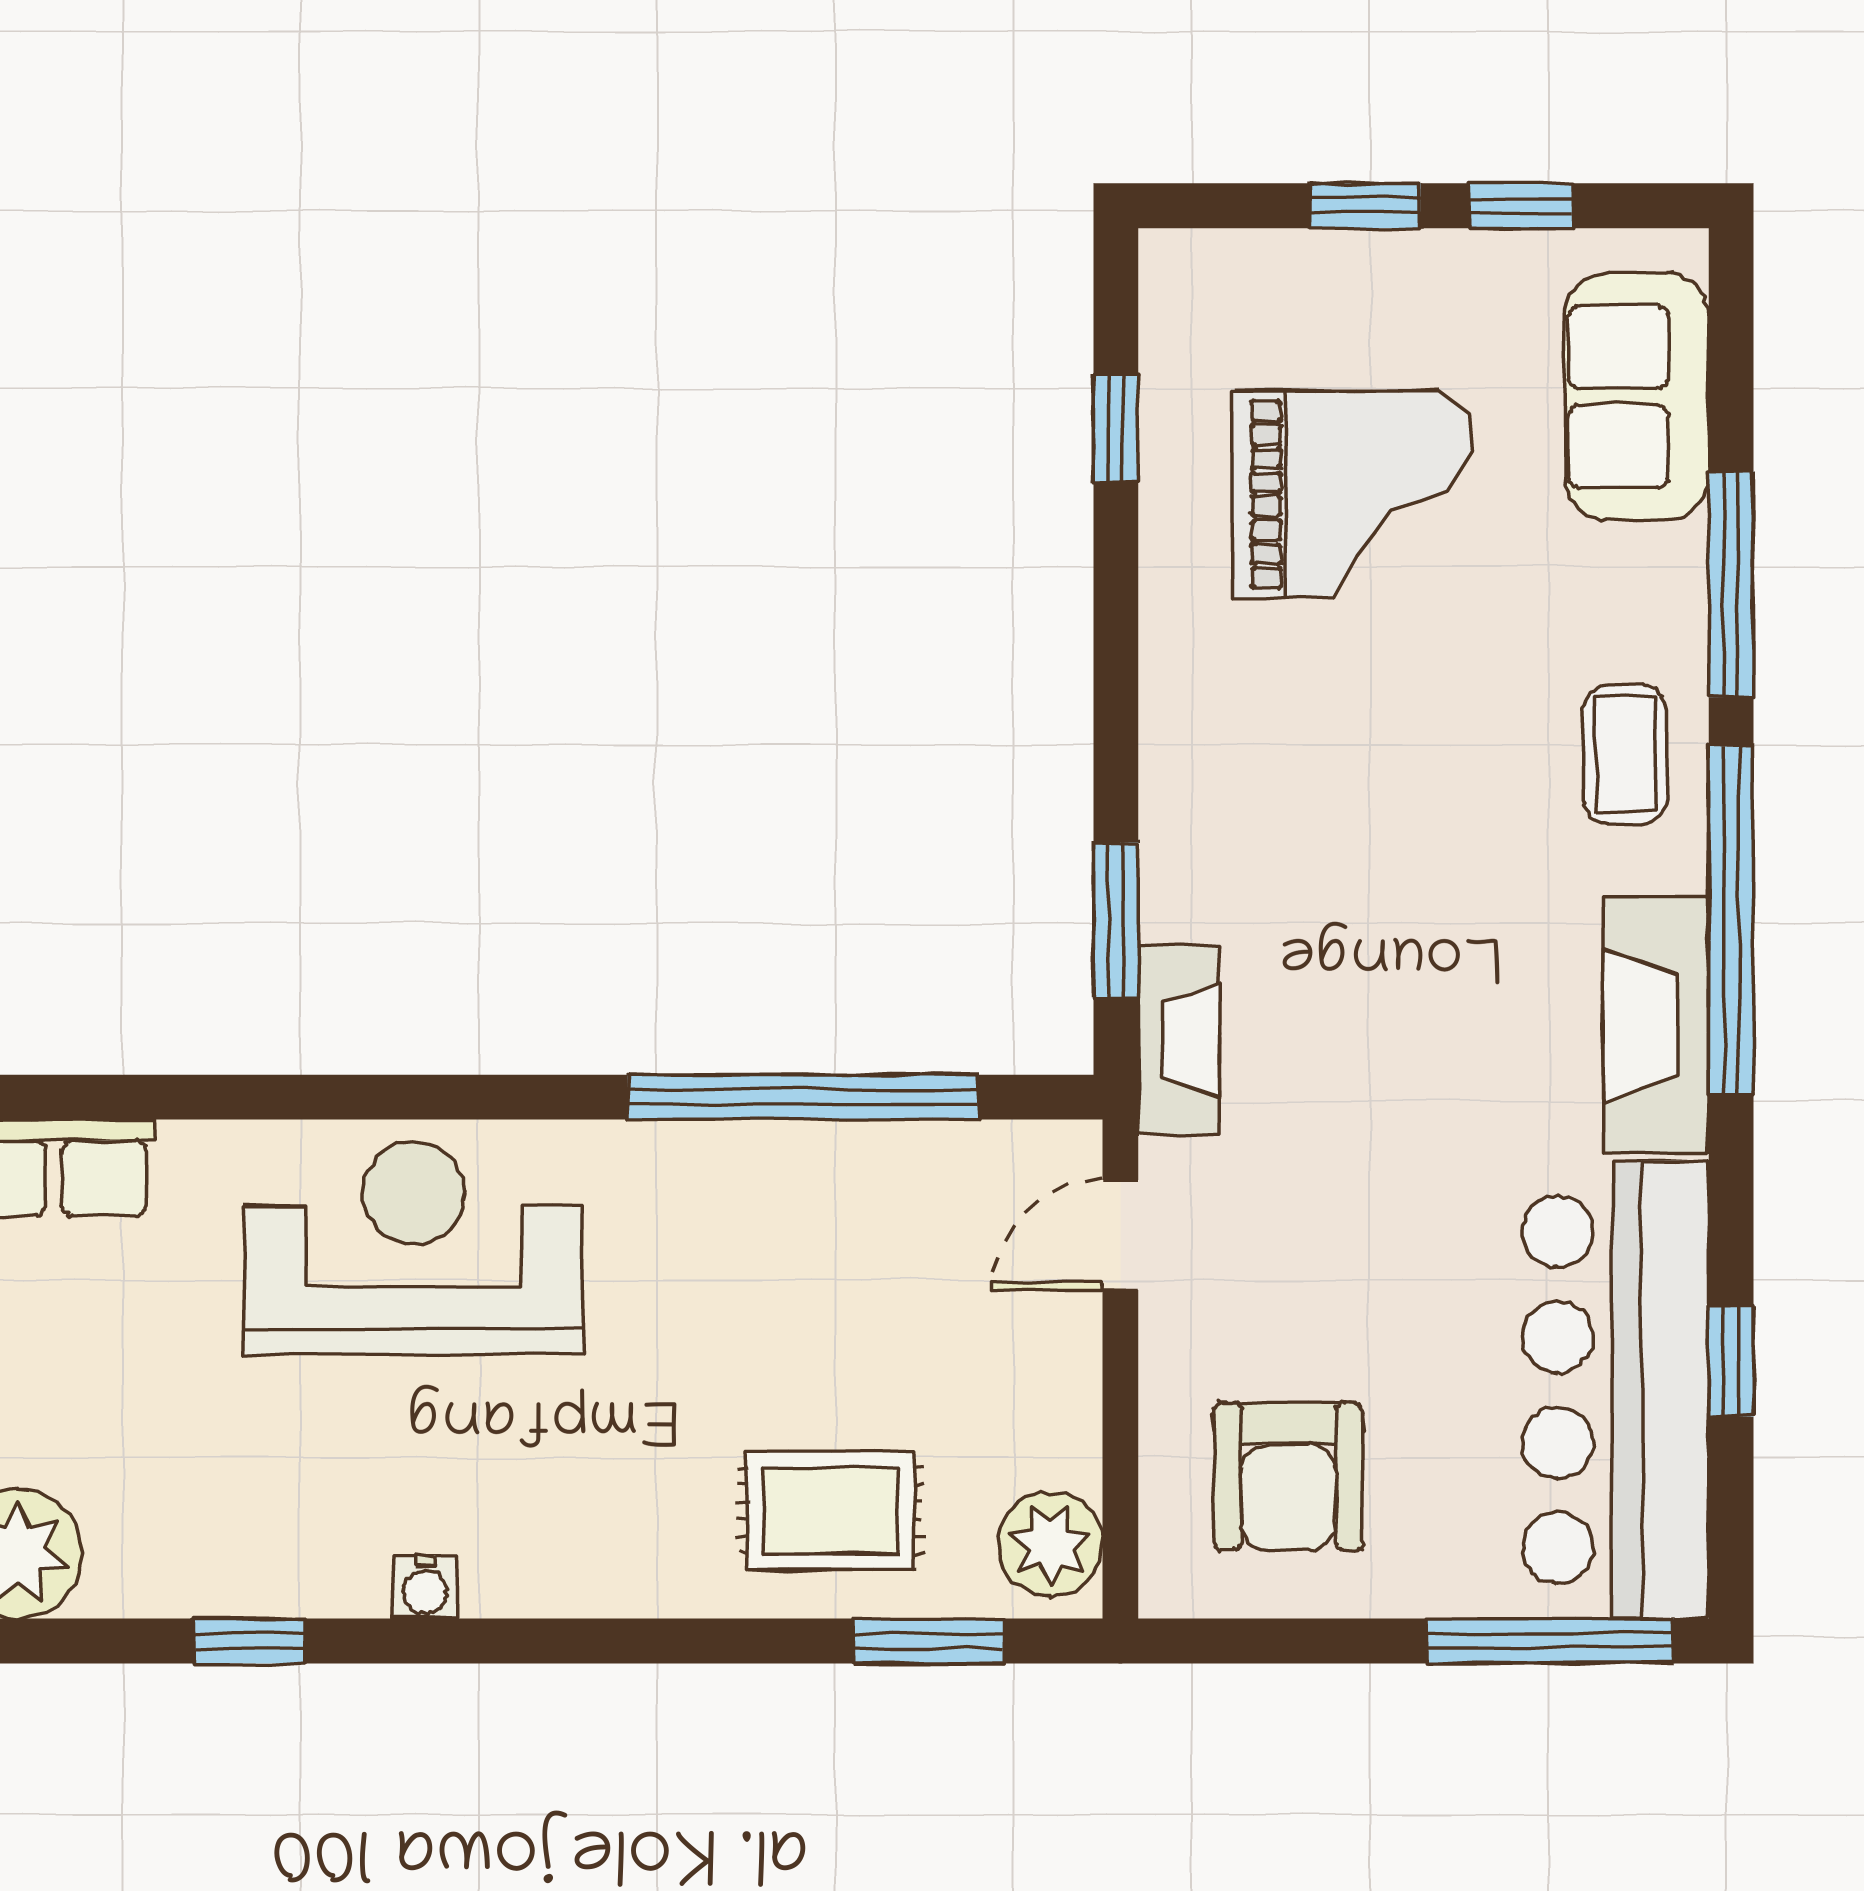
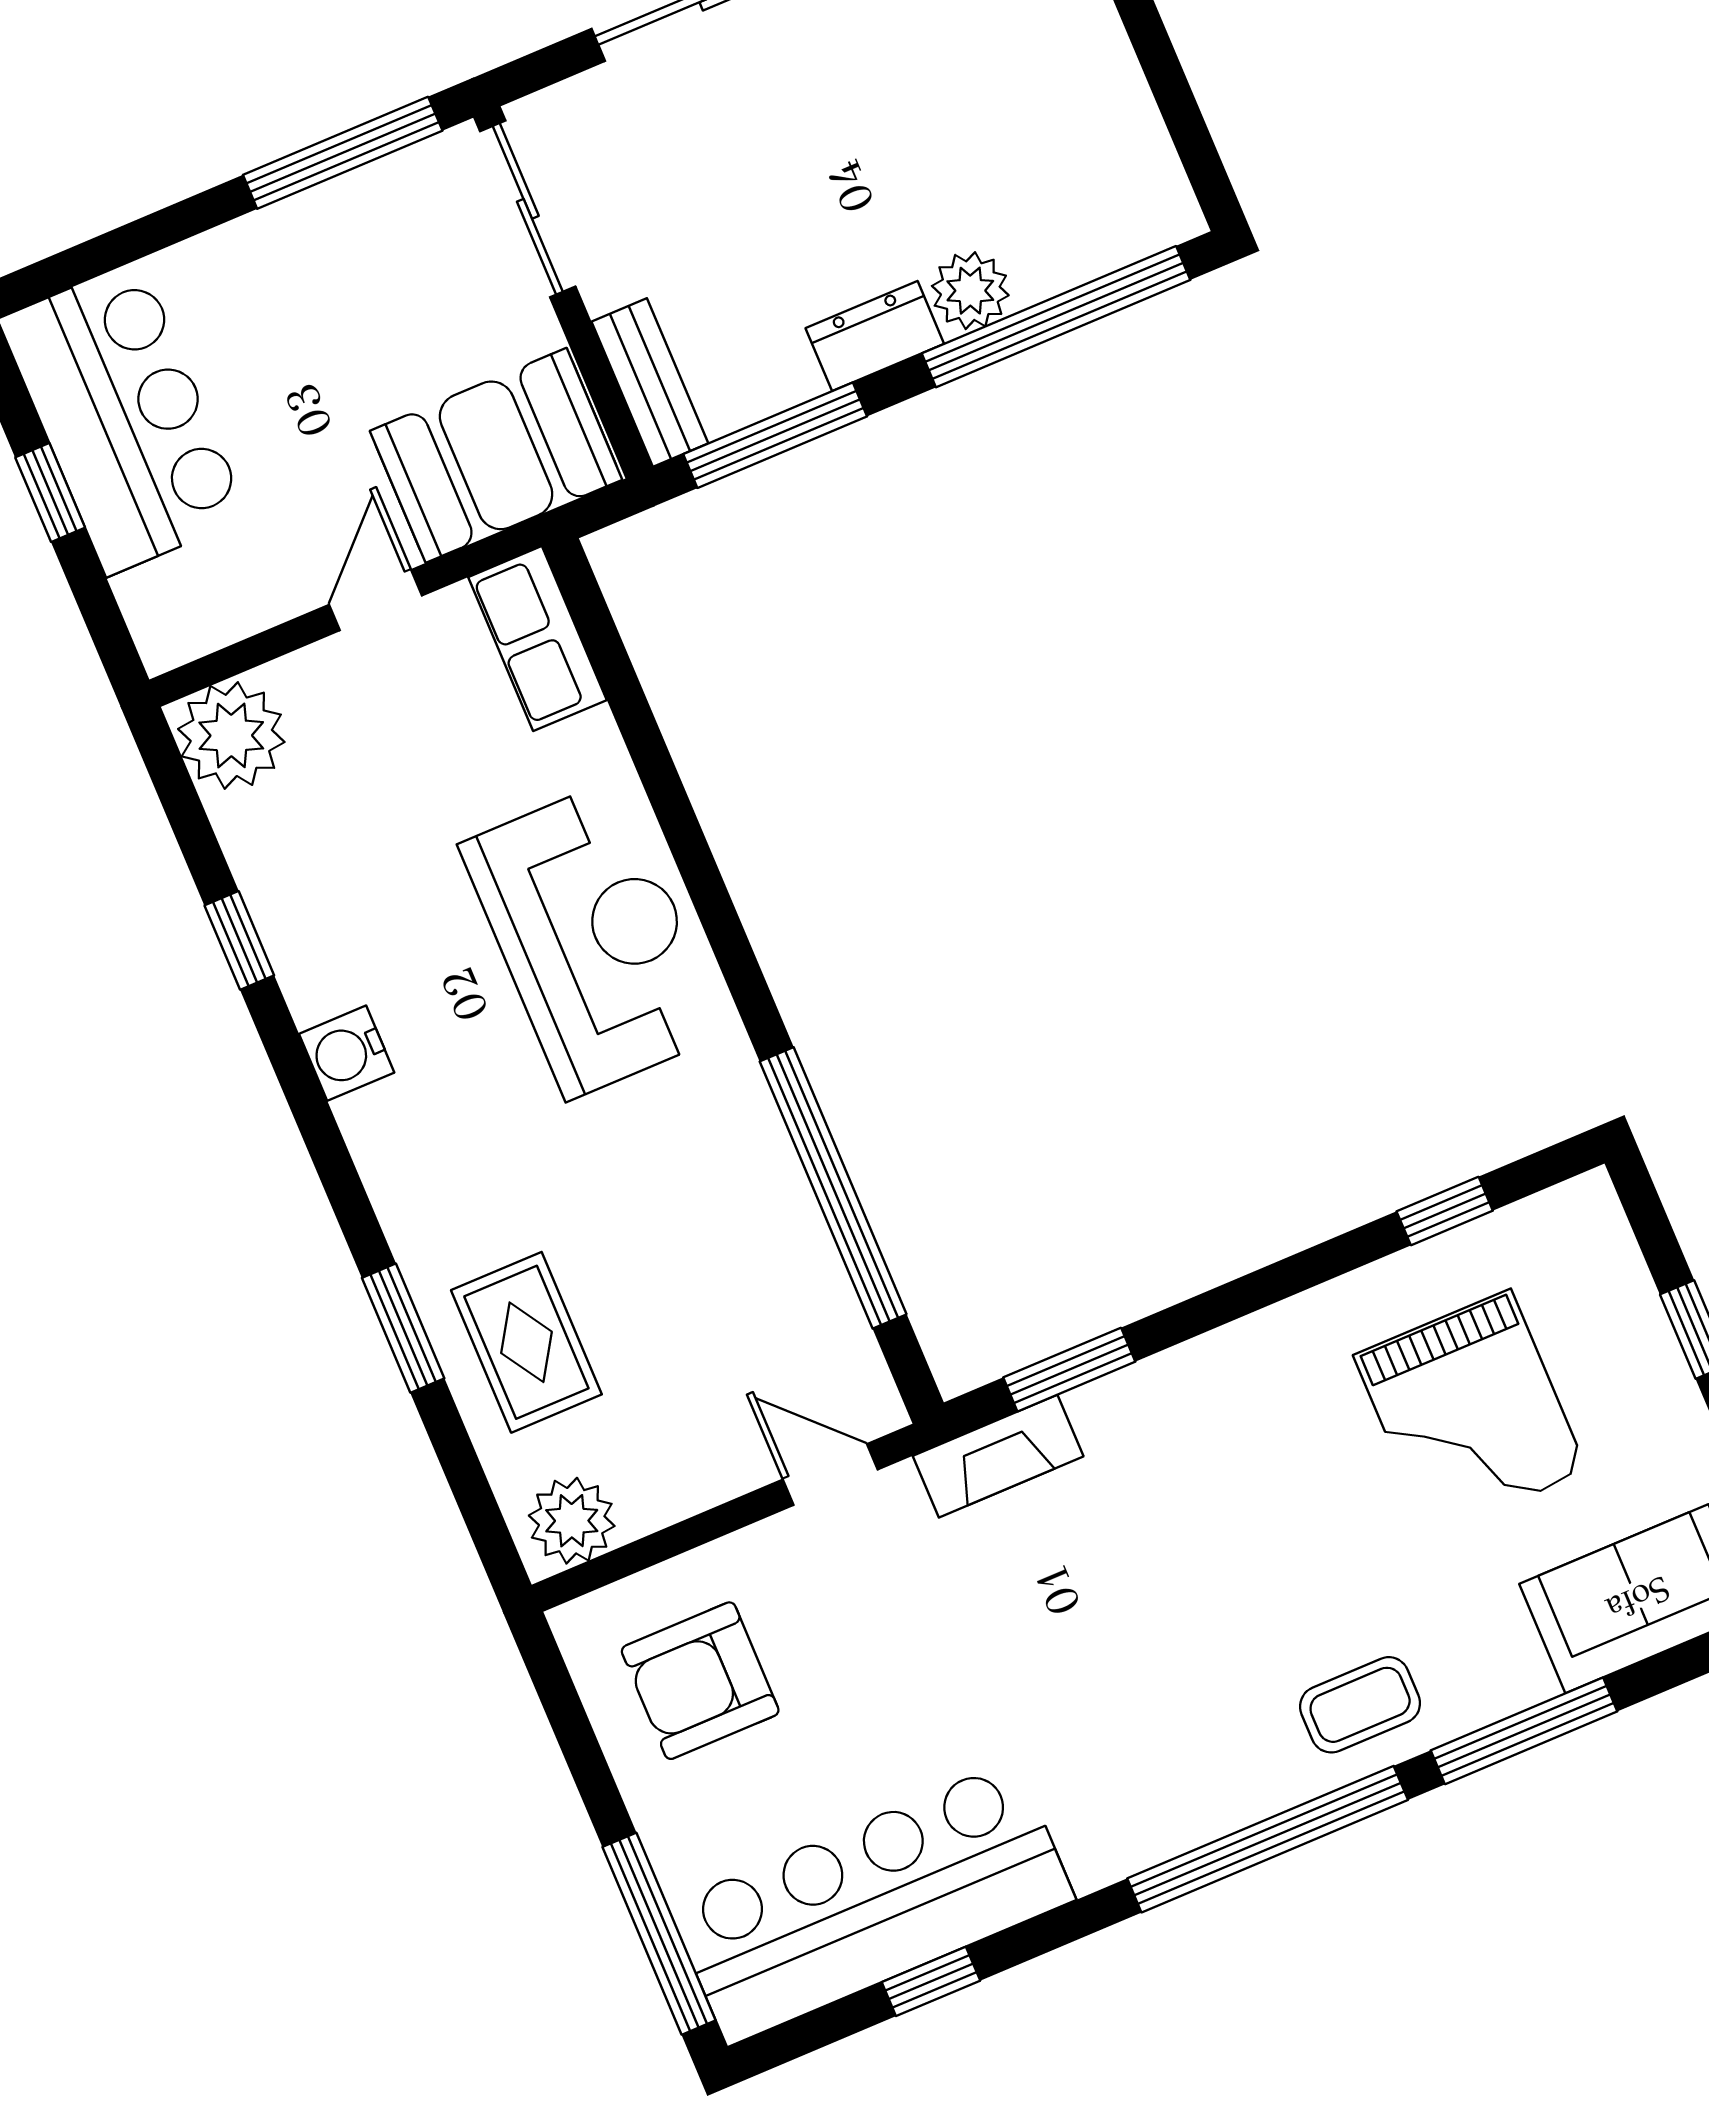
fireplace: (1656, 1025) -> (1163, 1816), removed
water cooler: (425, 1587) -> (347, 1053), width x1.38, depth x1.38
window: (929, 1641) -> (403, 1328), moved

